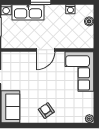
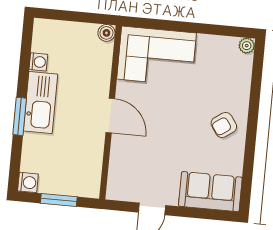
kitchen sink: (28, 12) -> (40, 102), moved
boiler: (89, 21) -> (106, 33), moved

